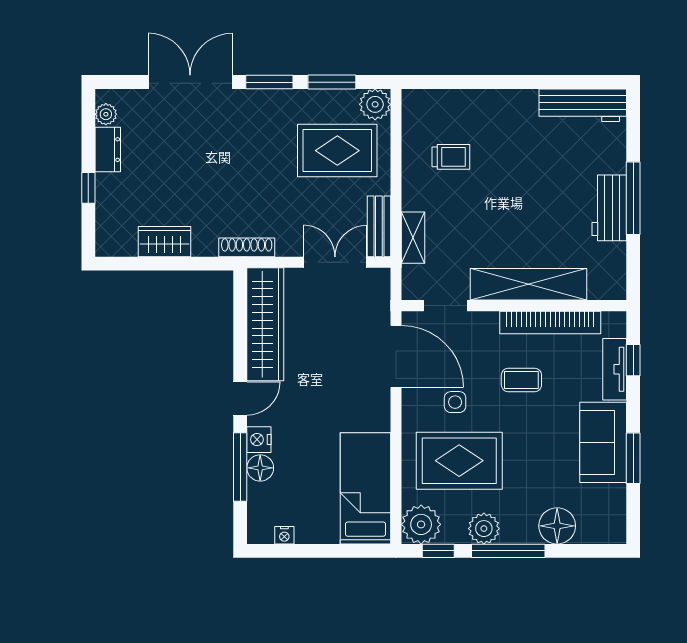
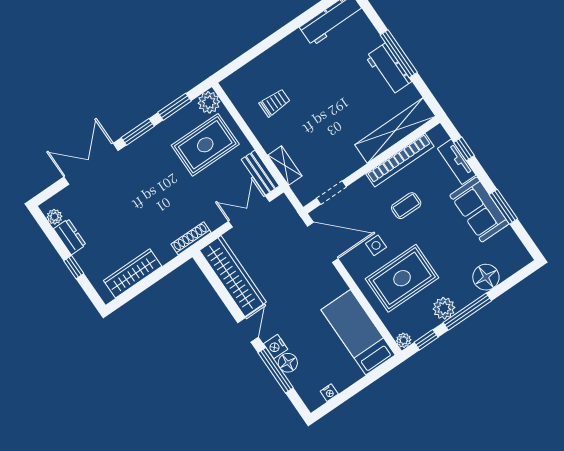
wardrobe: (164, 242) -> (133, 273), width x1.50
shelving: (528, 284) -> (395, 130), moved
plant: (421, 524) -> (404, 340), width x0.53, depth x0.53

